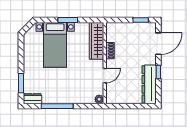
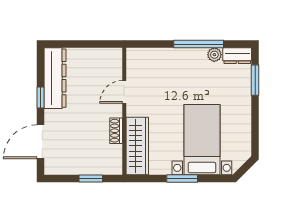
window: (141, 20) -> (91, 179), moved
plant: (99, 99) -> (214, 55), moved

